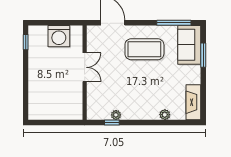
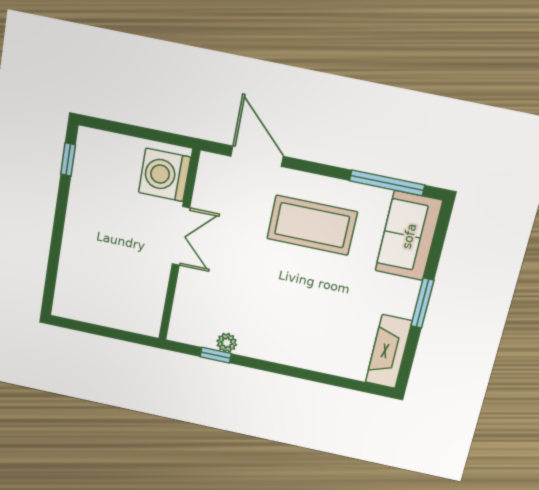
washing machine: (59, 36) -> (164, 175), moved, turned 90
window: (203, 55) -> (422, 303), moved
plant: (165, 115) -> (325, 363), removed

